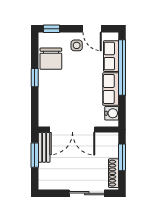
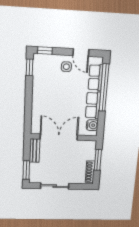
chair: (51, 59) -> (43, 77), removed
window: (35, 78) -> (29, 67), moved
double door: (72, 130) -> (59, 137), swing flipped
window: (35, 155) -> (26, 170), moved
sliding door: (87, 193) -> (55, 186), moved

